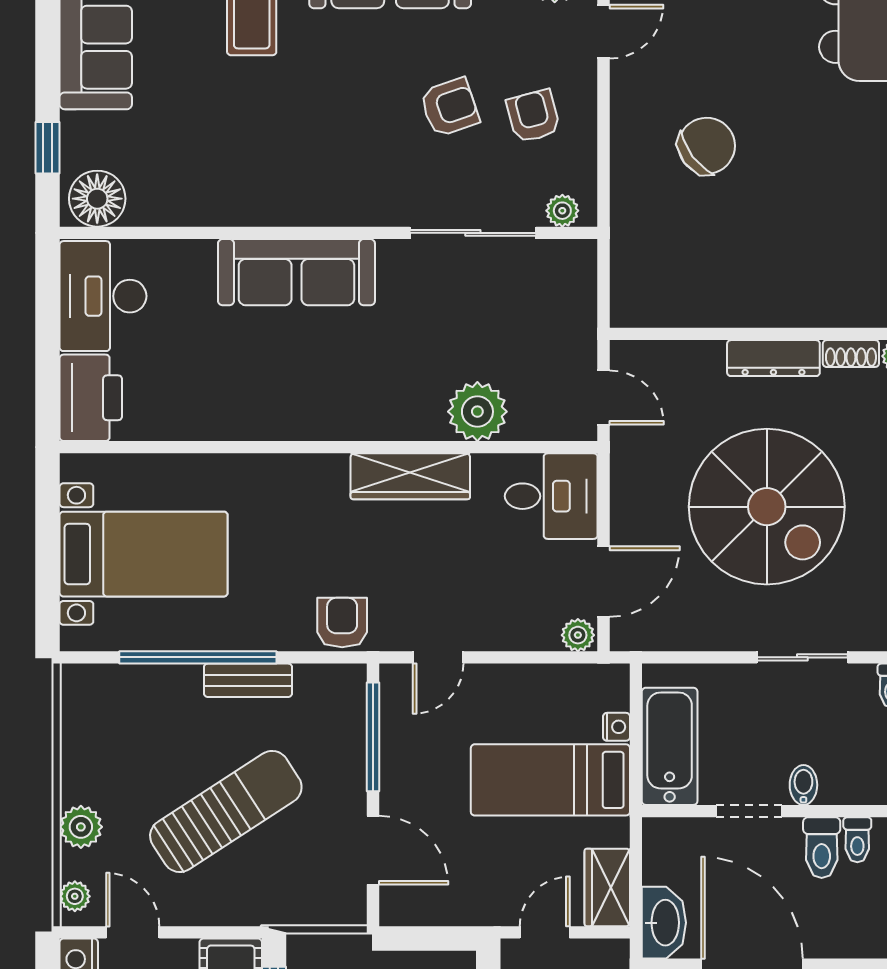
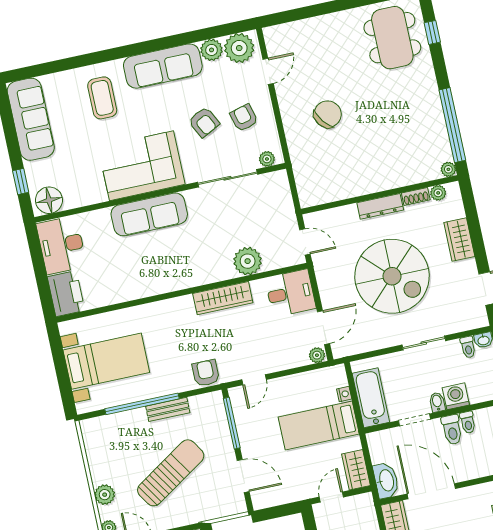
armchair: (450, 107) -> (204, 122), turned 82
corner sofa: (302, 169) -> (142, 166), added
washing machine: (844, 781) -> (456, 396), added

